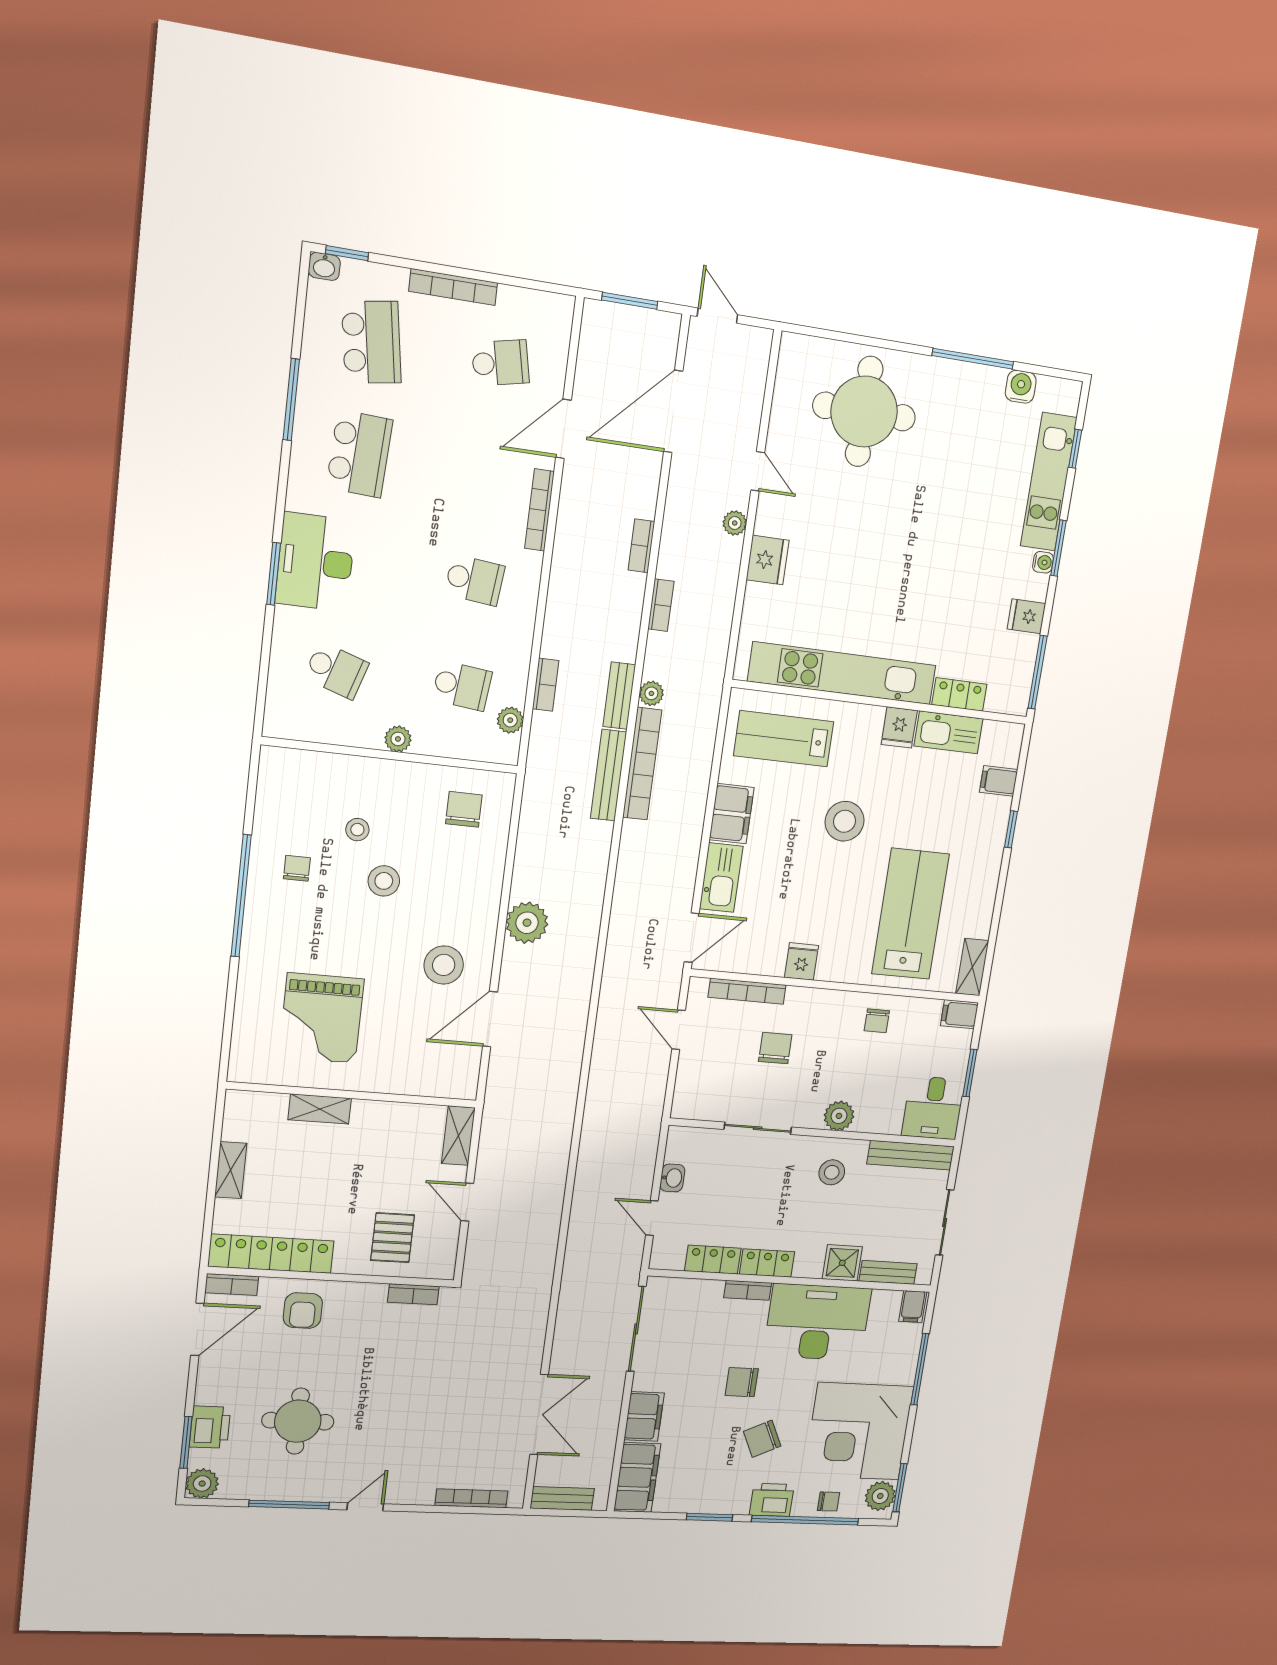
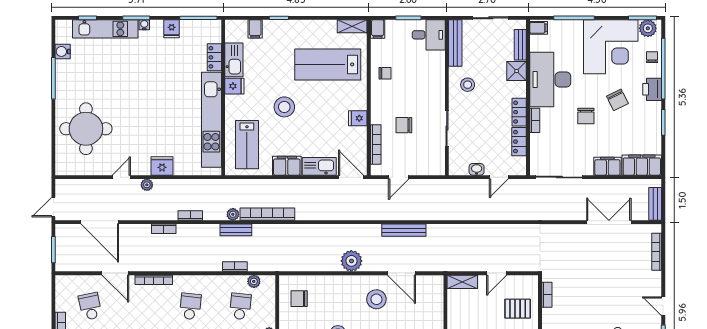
bench: (608, 775) -> (404, 230), moved
plant: (839, 1116) -> (437, 86), removed

